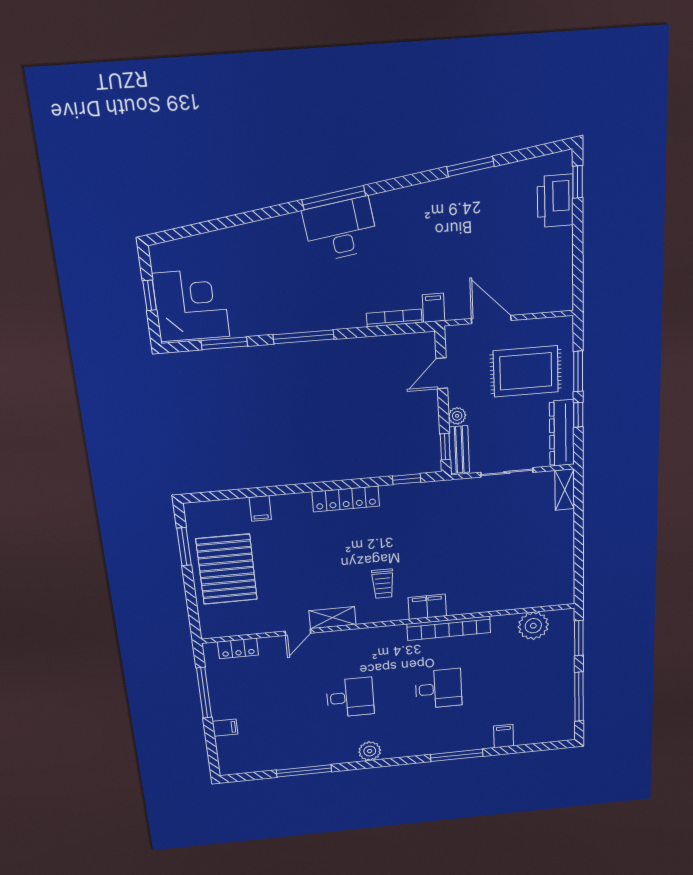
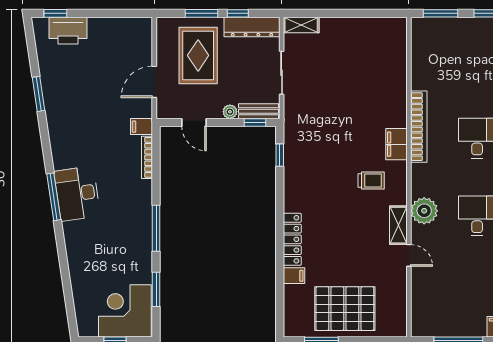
locker: (346, 499) -> (292, 239), moved
plant: (533, 626) -> (424, 211), moved
locker: (238, 648) -> (419, 307), removed

